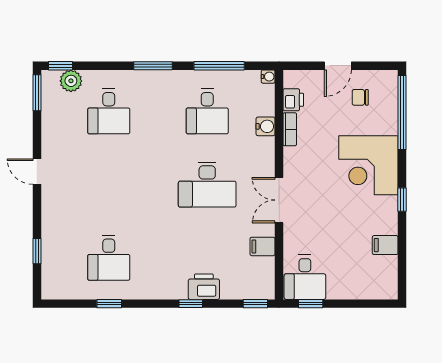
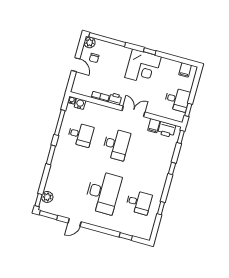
plant: (387, 80) -> (90, 43), added
printer: (293, 100) -> (115, 99), moved
desk: (109, 111) -> (103, 192), moved, width x1.87, depth x1.30
water cooler: (266, 126) -> (80, 104), moved
corner desk: (368, 165) -> (143, 67), moved
door: (37, 172) -> (75, 222), moved
double door: (279, 200) -> (133, 111), swing flipped
filing cabinet: (385, 245) -> (185, 70), moved
desk: (305, 277) -> (177, 99), moved
printer: (204, 287) -> (167, 129), moved, turned -90

